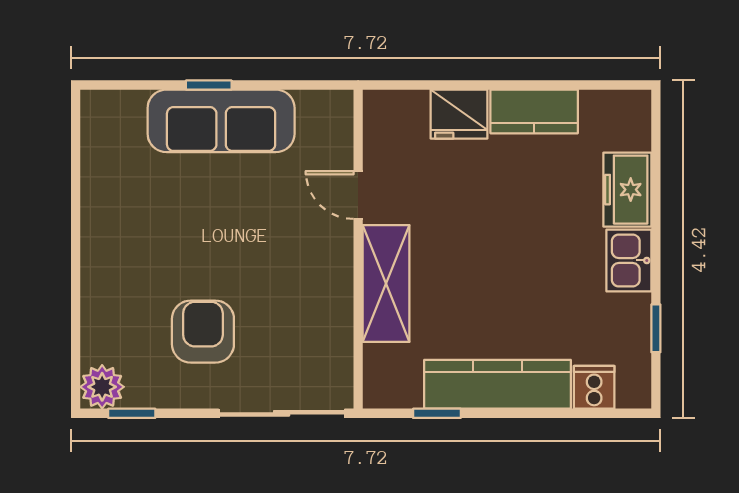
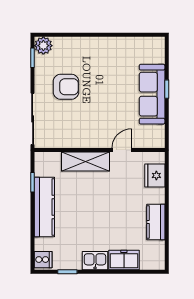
fridge: (459, 114) -> (155, 175), moved
cooker: (594, 387) -> (43, 260), moved

